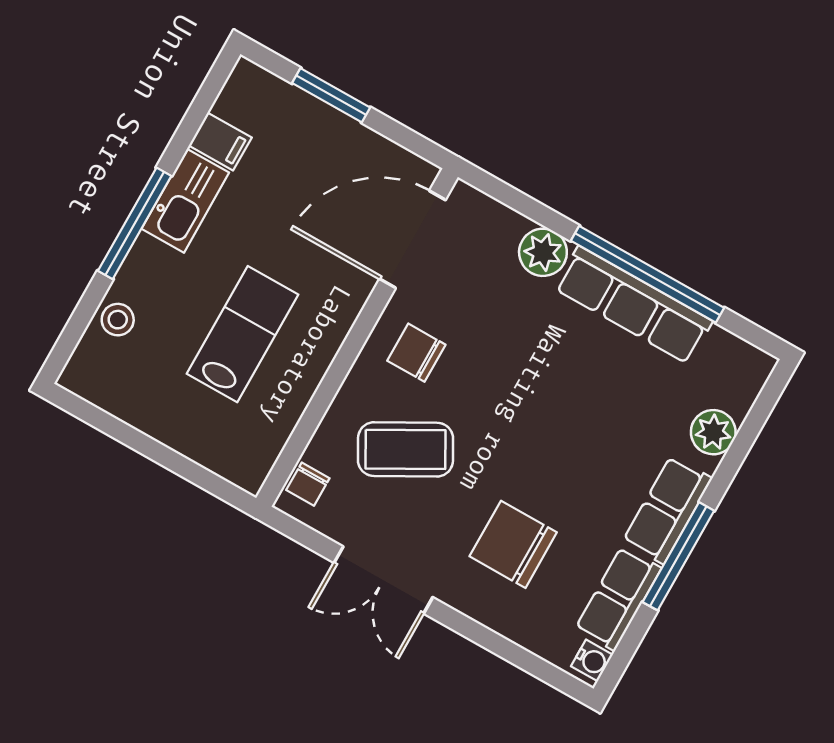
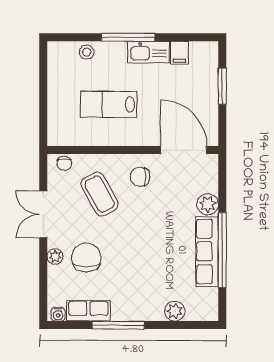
lab bench: (242, 334) -> (109, 104), turned 180
chair: (416, 353) -> (140, 177), turned -90
chair: (308, 484) -> (64, 163), turned -90
row of seats: (667, 510) -> (134, 310), removed
plant: (477, 603) -> (55, 256), added

